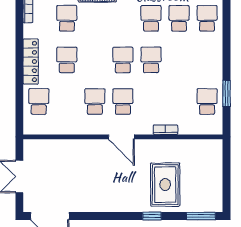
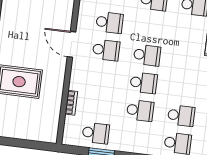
school desk: (151, 18) -> (140, 111), moved
bookcase: (165, 130) -> (71, 103), moved
door: (121, 137) -> (71, 44), hinge flipped

